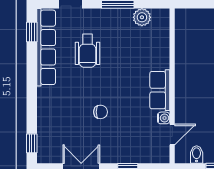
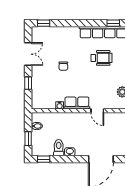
wheelchair: (87, 51) -> (102, 58), turned 180
door: (172, 134) -> (97, 111), moved

